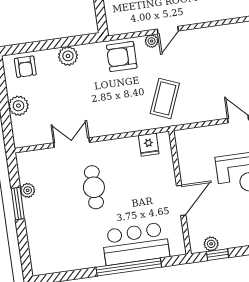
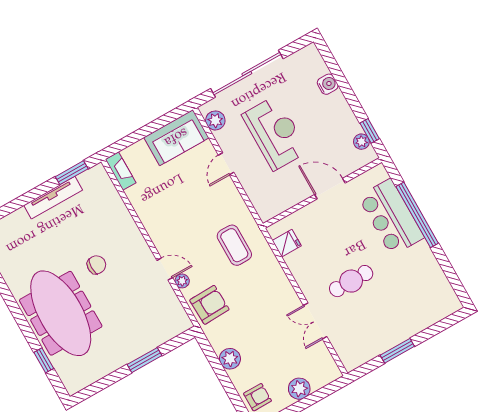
armchair: (122, 57) -> (209, 305), turned -92
coffee table: (165, 98) -> (234, 245), turned 68
plant: (28, 190) -> (380, 346), removed

